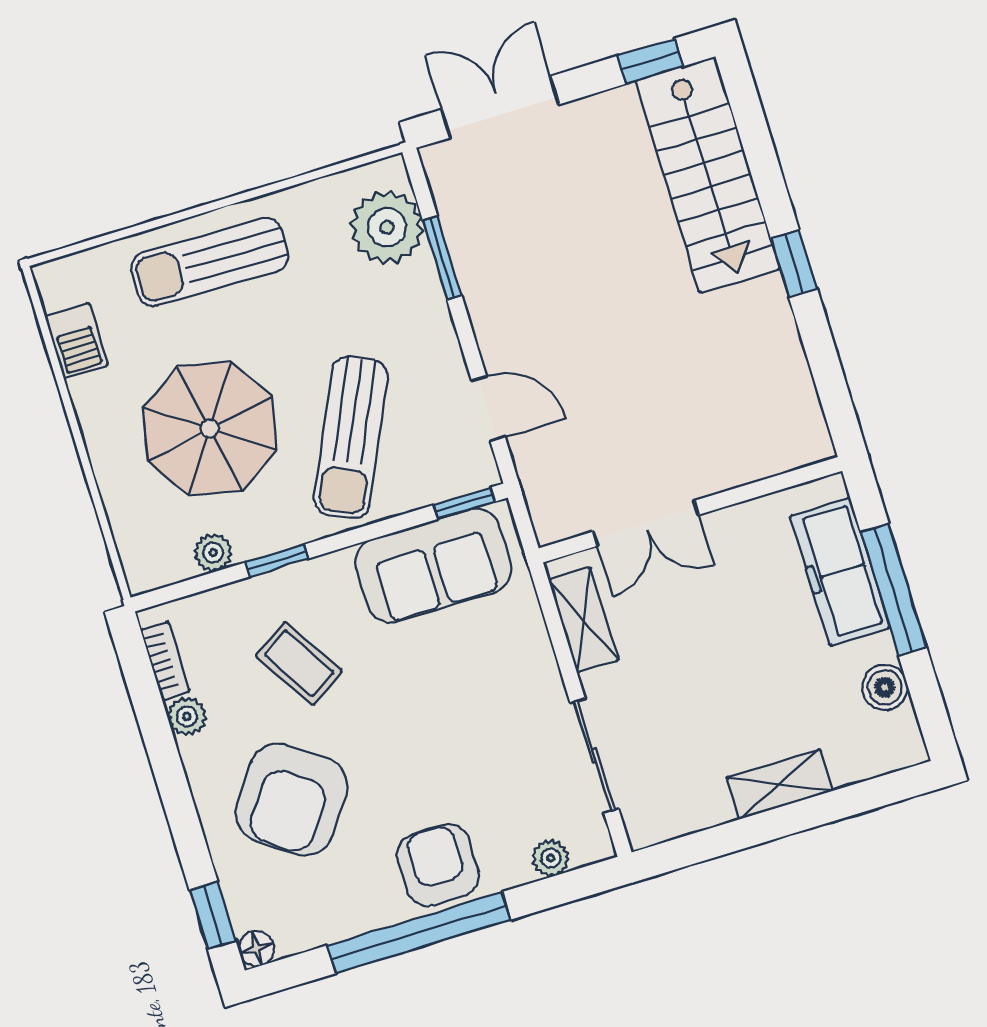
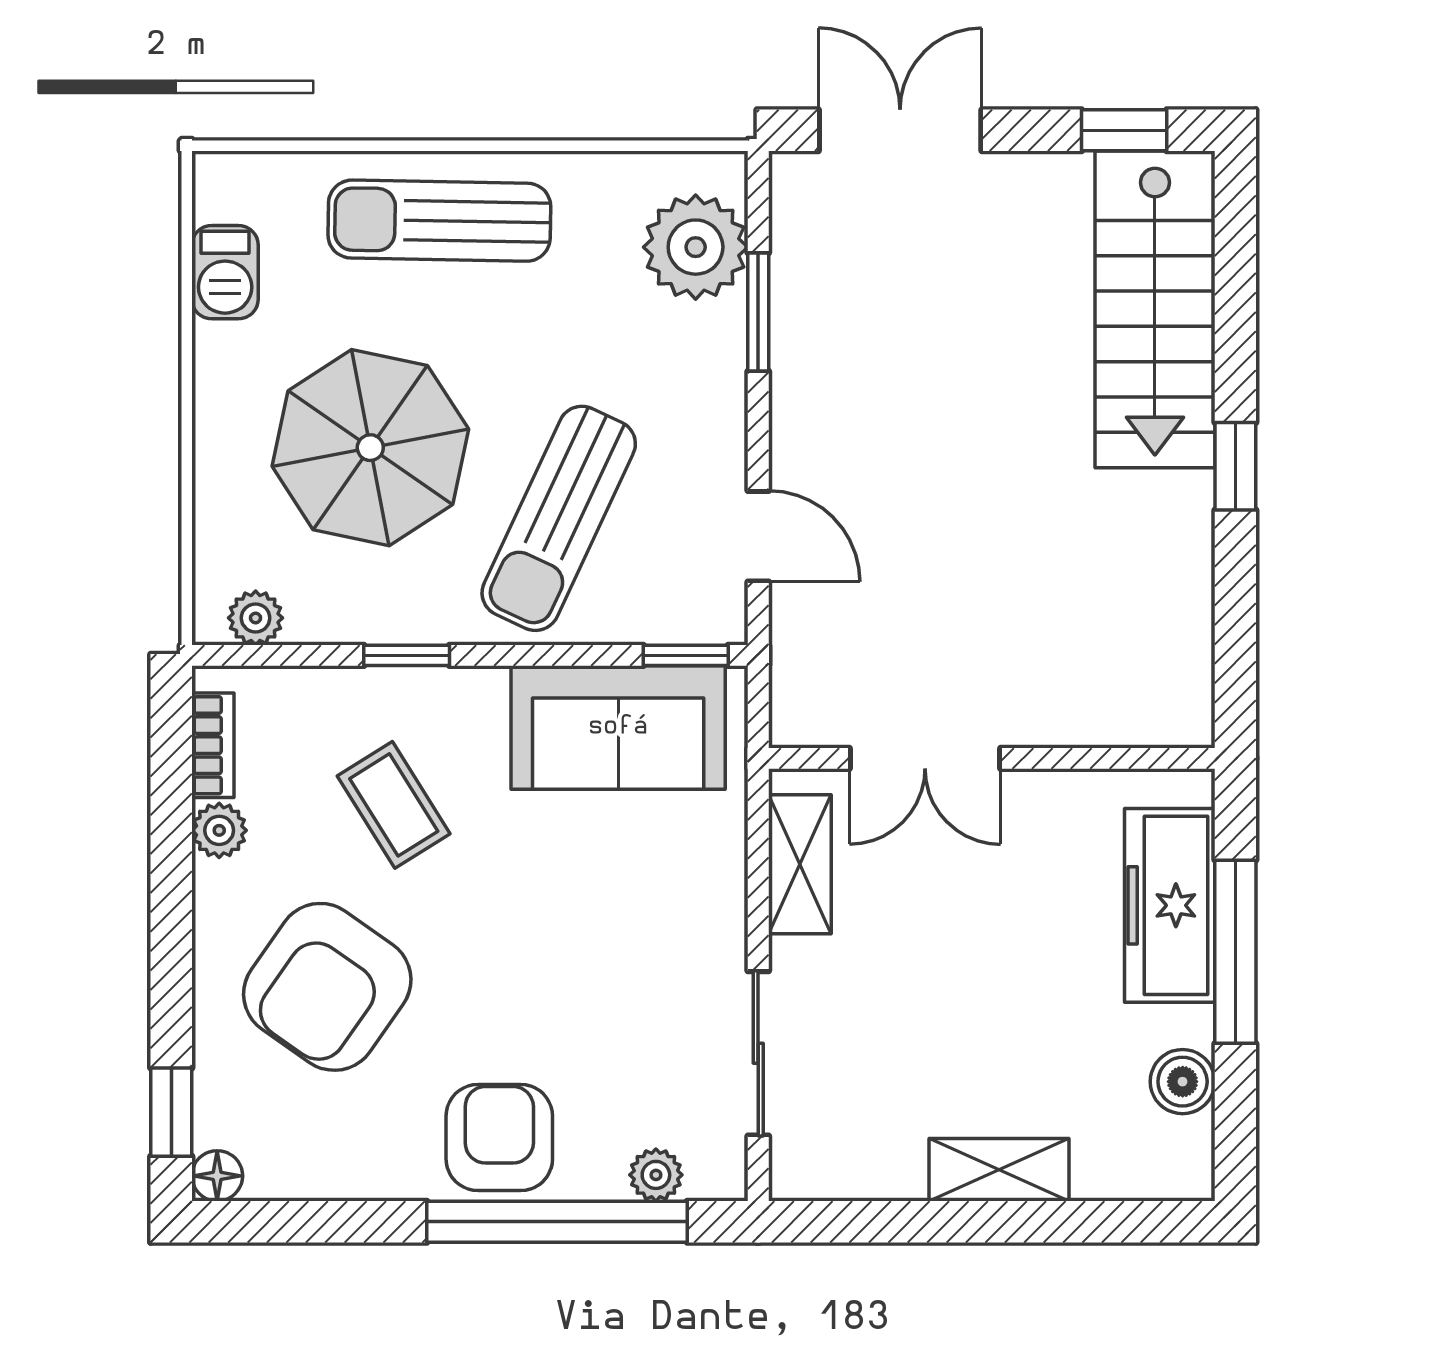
plant: (213, 553) -> (256, 618), moved
window: (419, 933) -> (557, 1222), moved

